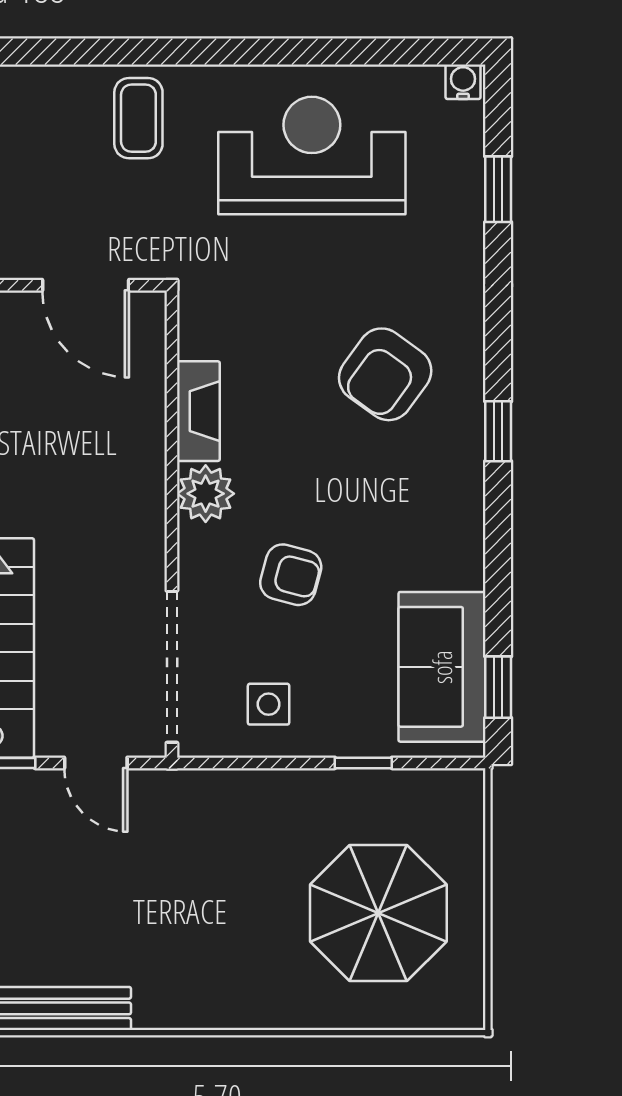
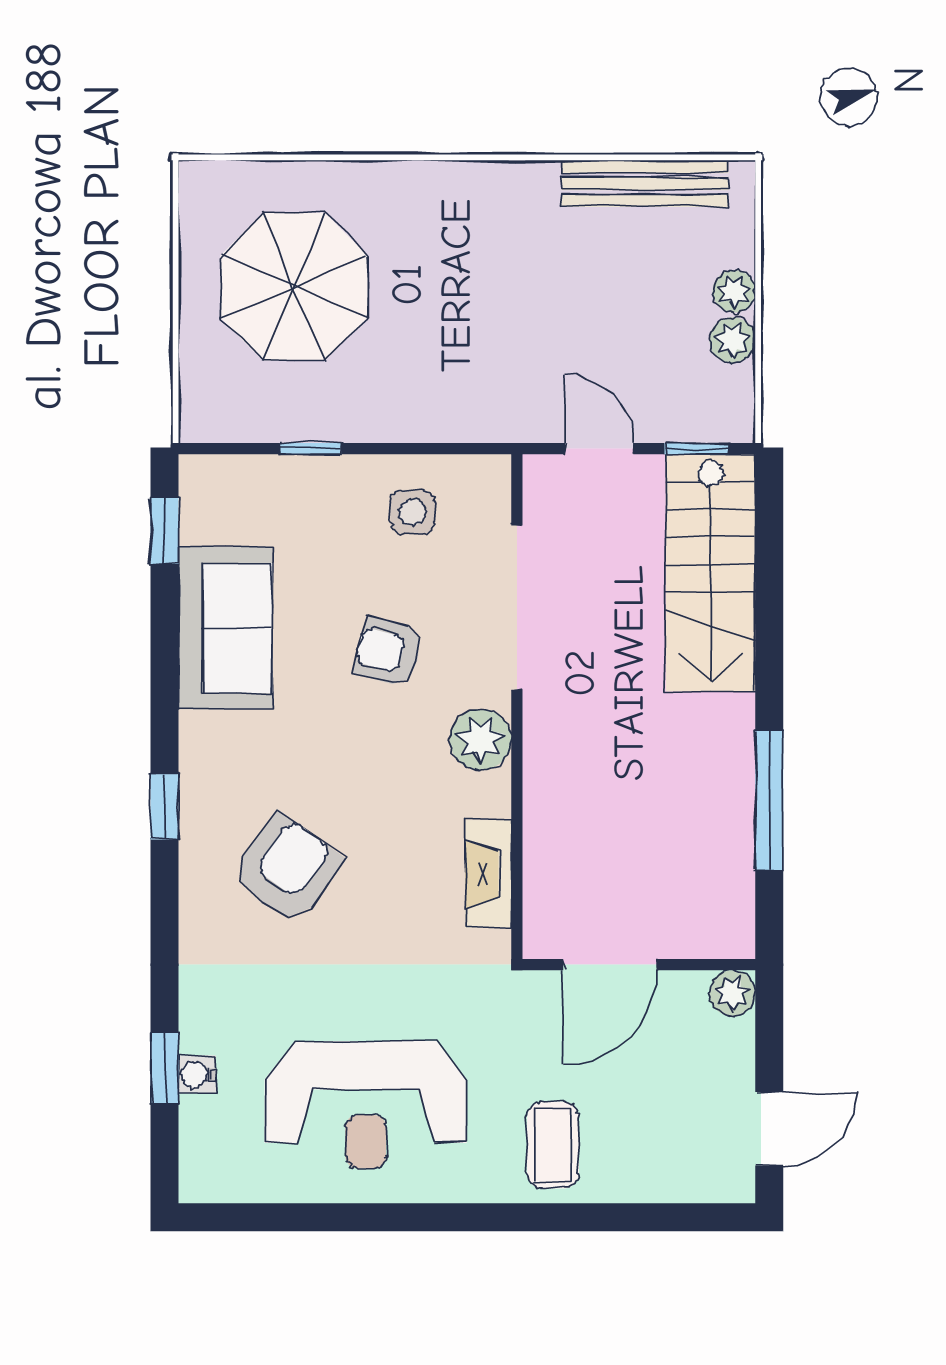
water cooler: (463, 82) -> (197, 1074), moved, turned 90
door: (86, 285) -> (610, 965), swing flipped
fireplace: (198, 411) -> (488, 874), moved
doorway: (172, 667) -> (517, 608), moved
sofa: (442, 667) -> (225, 628), moved

